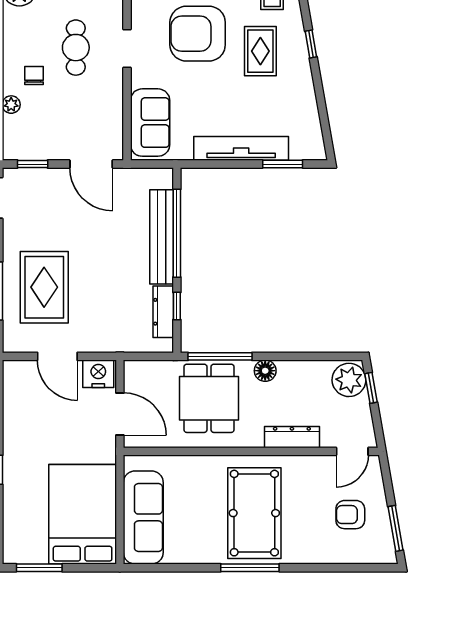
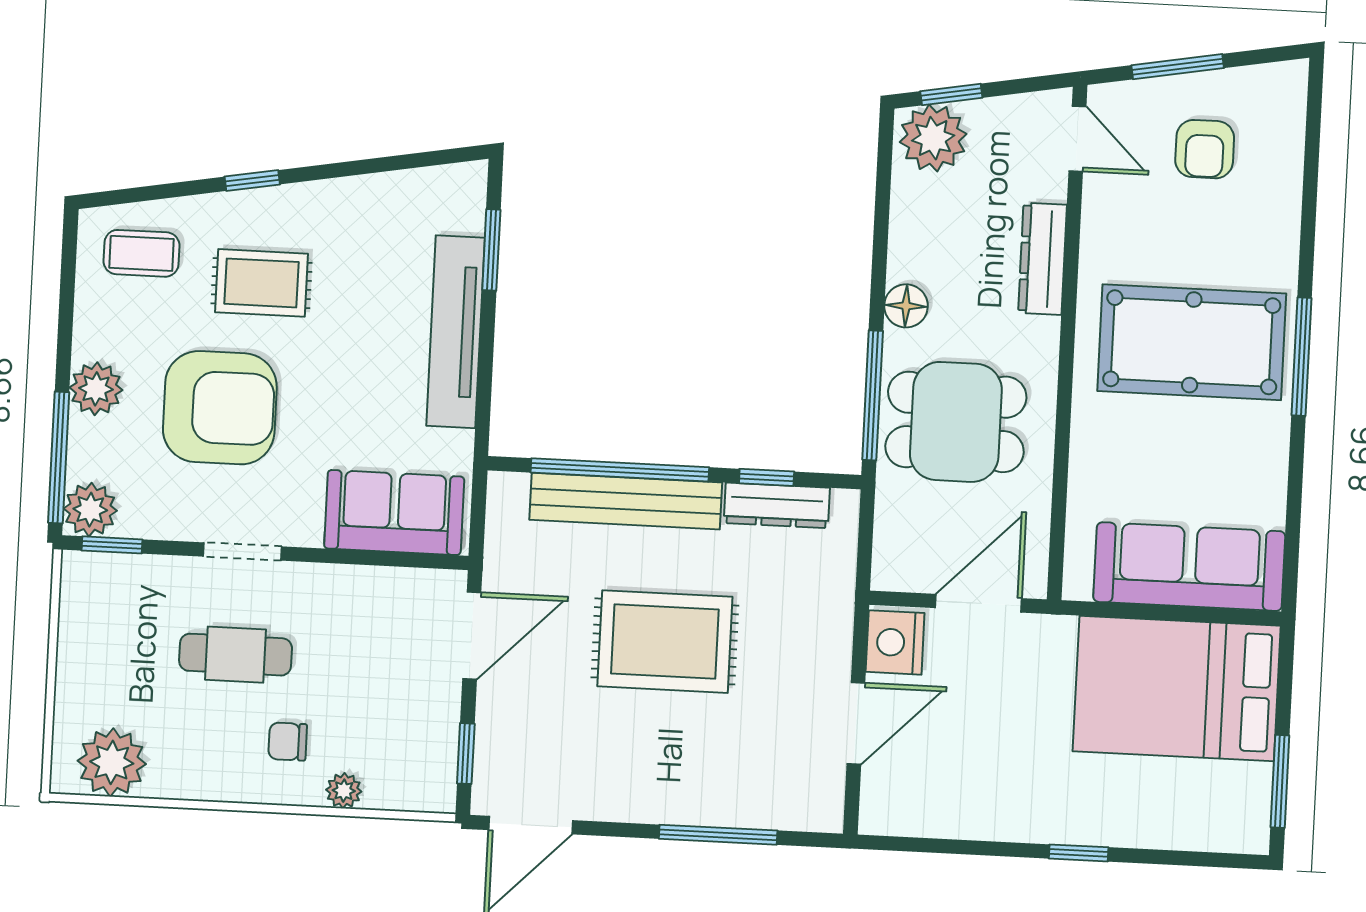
armchair: (198, 34) -> (220, 408), turned -90
rug: (44, 287) -> (665, 642), moved
window: (396, 528) -> (1178, 67), moved

